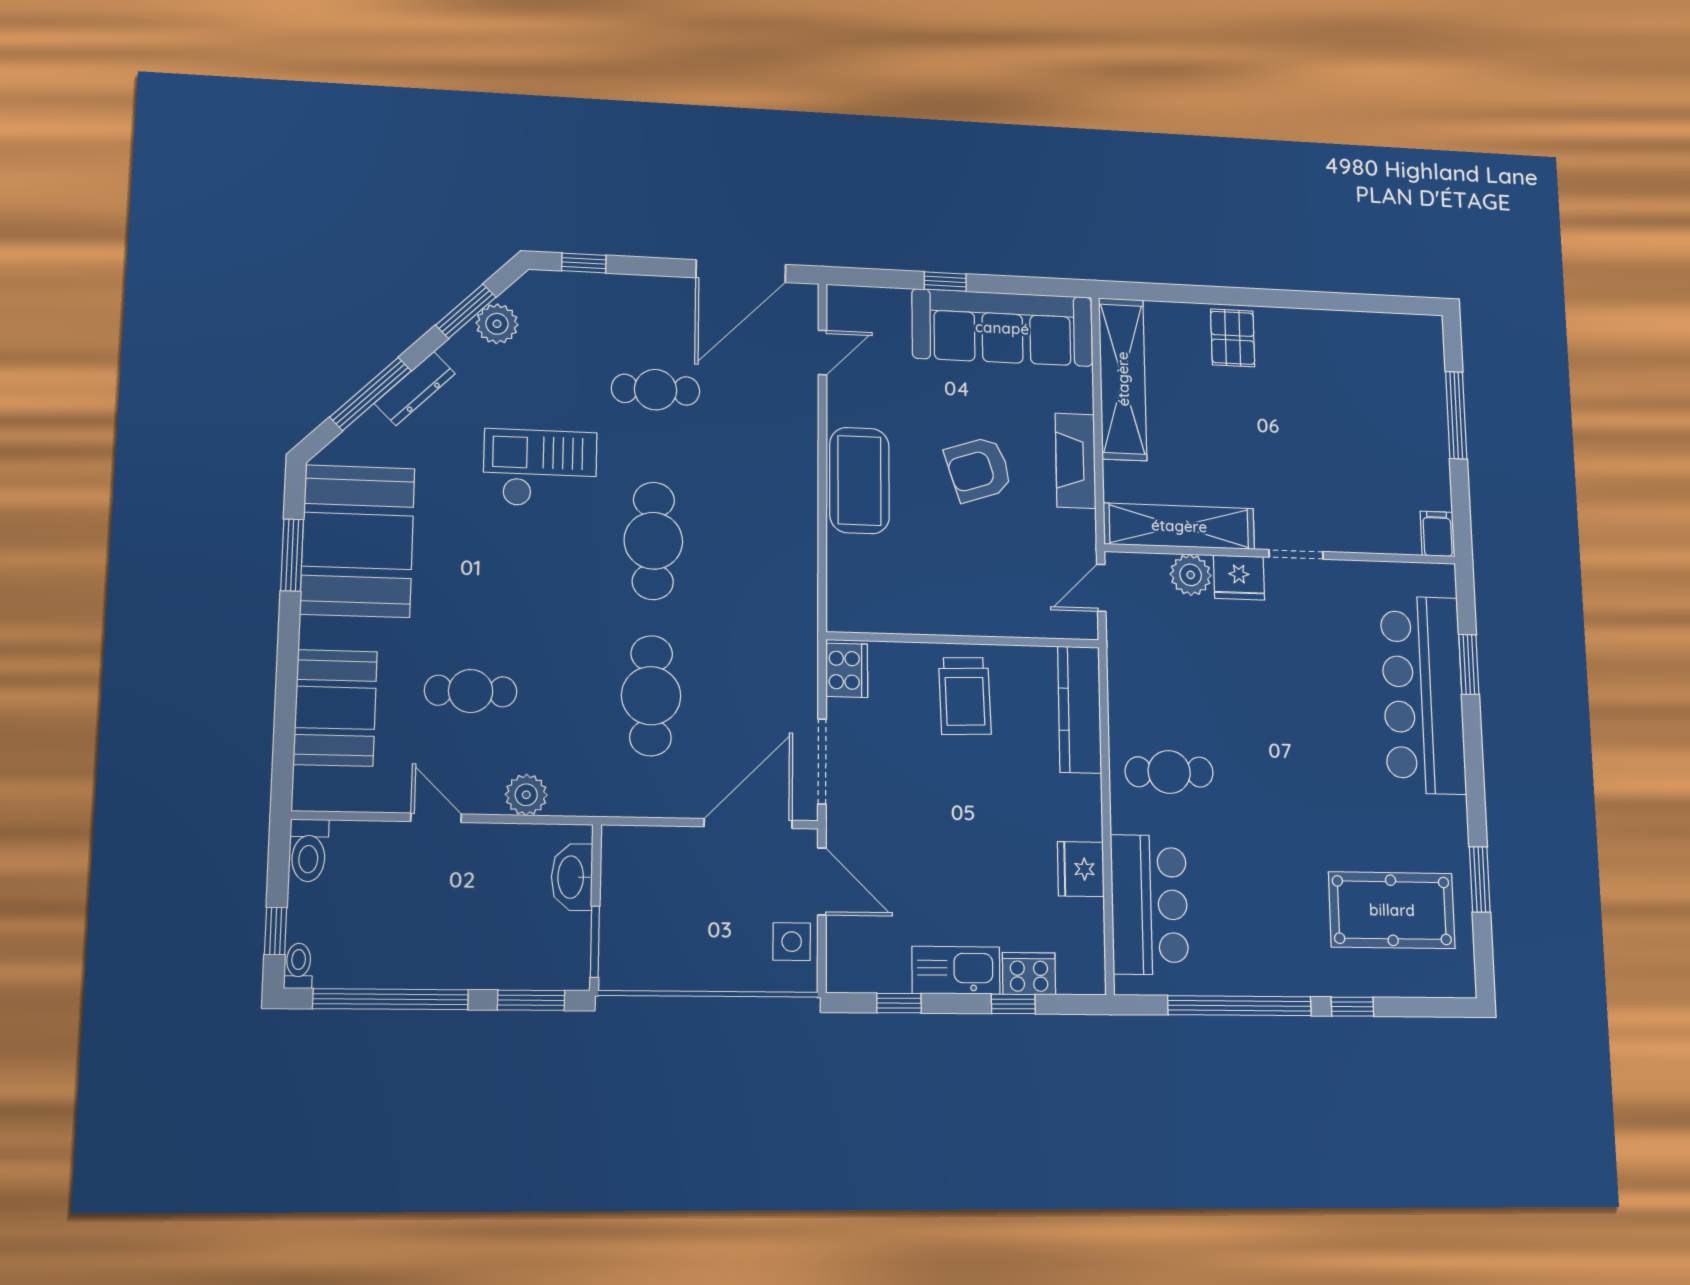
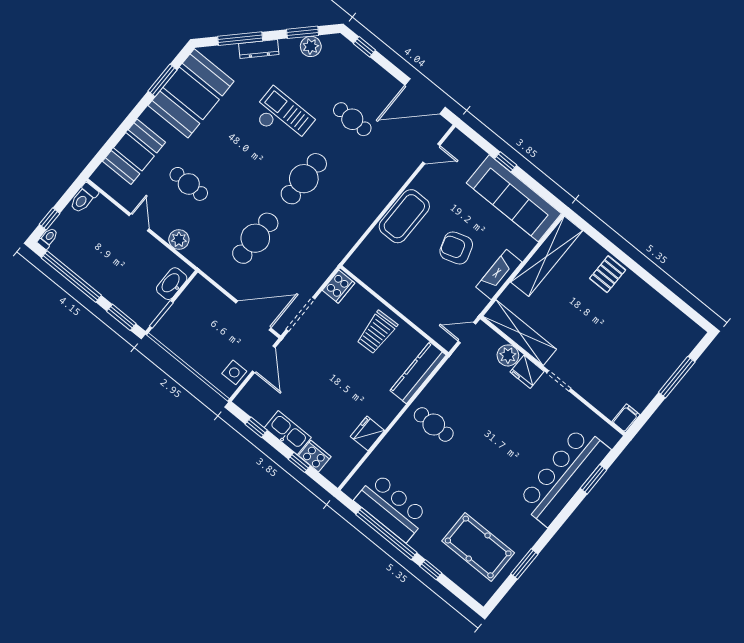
bar counter: (1149, 905) -> (391, 507), moved, turned -90

